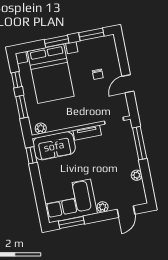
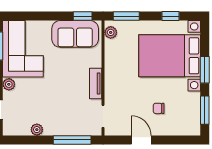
window: (22, 107) -> (126, 16), moved
sofa: (54, 146) -> (75, 34), moved, turned -90

